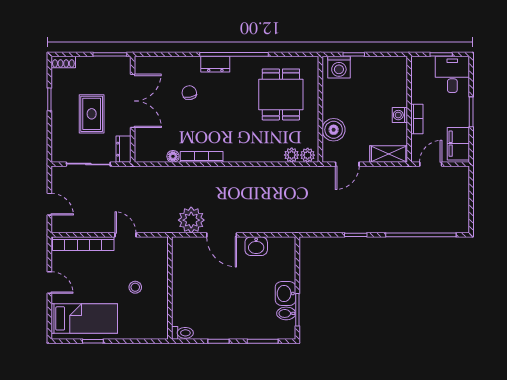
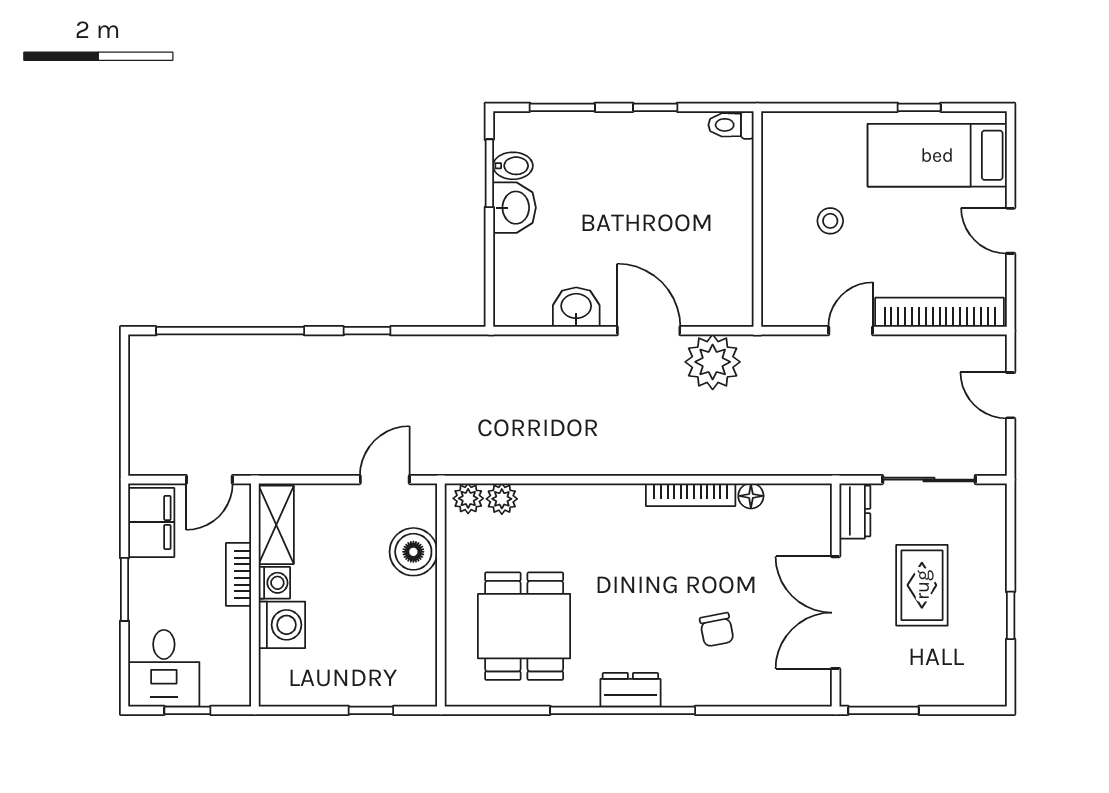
shoe rack: (63, 62) -> (981, 694), removed
dresser: (215, 64) -> (630, 690), moved
washing machine: (339, 67) -> (282, 625), moved, turned 90
shelving: (389, 154) -> (276, 525), moved, turned 90
door: (126, 235) -> (851, 331), swing flipped

